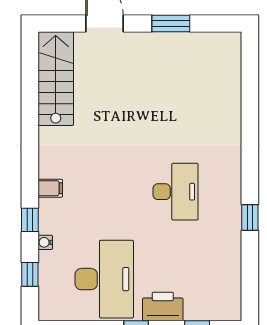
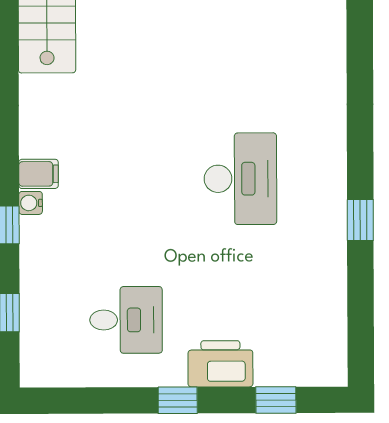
water cooler: (45, 242) -> (31, 203), moved
desk: (104, 279) -> (126, 320), width x0.53, depth x0.77

